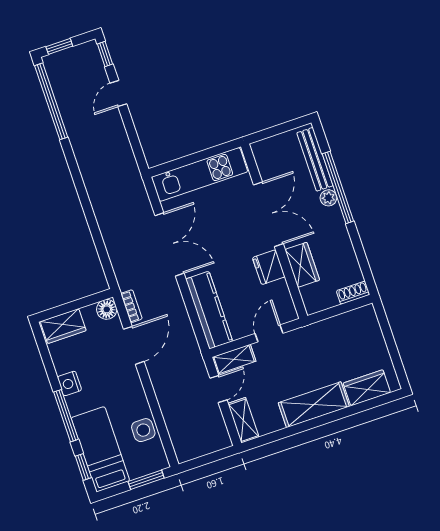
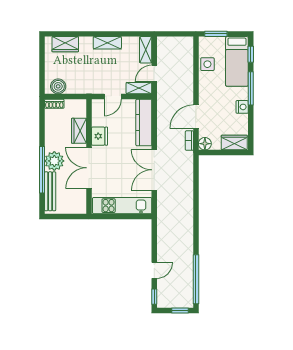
plant: (328, 198) -> (54, 161), width x1.88, depth x1.88
boiler: (356, 321) -> (58, 86), added
shelving: (314, 405) -> (107, 43), width x0.67, depth x0.75

